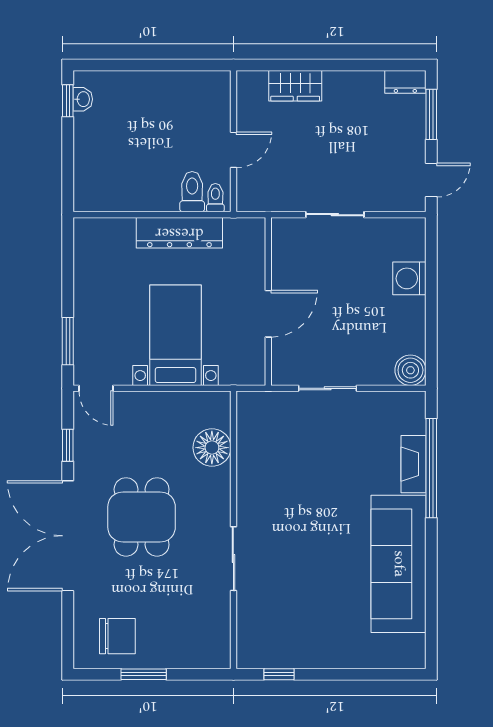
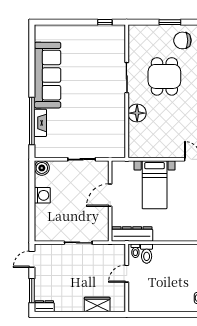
dresser: (179, 233) -> (132, 234), moved
washing machine: (409, 278) -> (42, 195), moved
floor lamp: (212, 448) -> (137, 113), moved
dining table: (142, 517) -> (164, 76), moved

